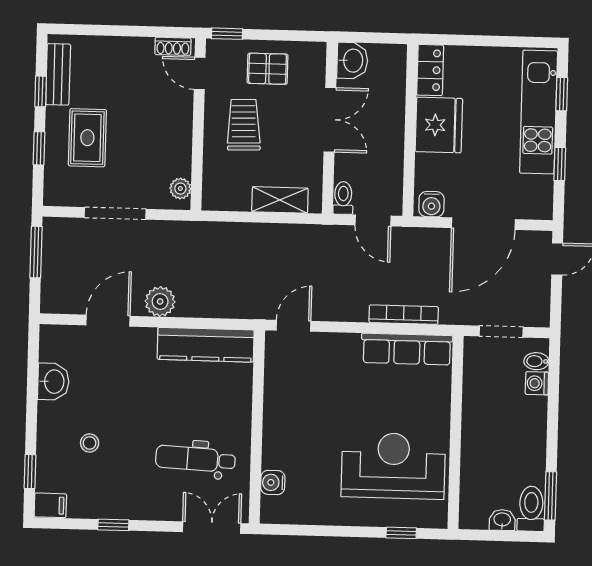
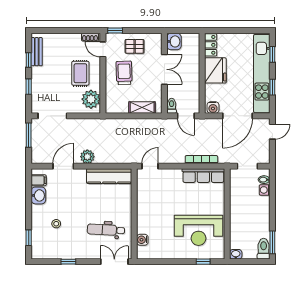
kitchen unit: (539, 112) -> (262, 74), width x1.36
rug: (87, 138) -> (80, 73), moved
plant: (180, 189) -> (91, 99), width x1.88, depth x1.88
doorway: (115, 213) -> (52, 116), moved
reception desk: (393, 466) -> (199, 230), turned 180
filing cabinet: (50, 505) -> (39, 180), moved
washbasin: (502, 520) -> (236, 254), moved

